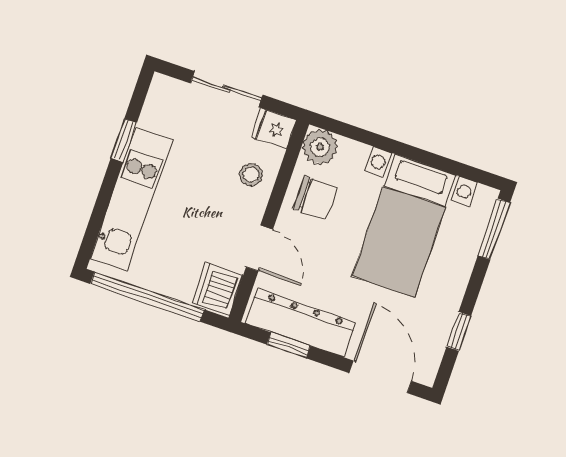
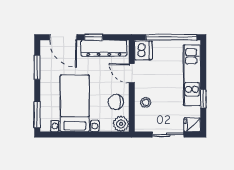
fridge: (274, 129) -> (192, 125), moved, turned 180
window: (459, 331) -> (37, 67), width x1.50
window: (289, 345) -> (94, 37), moved

